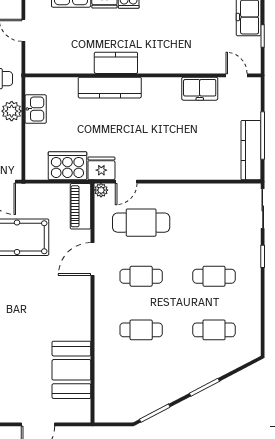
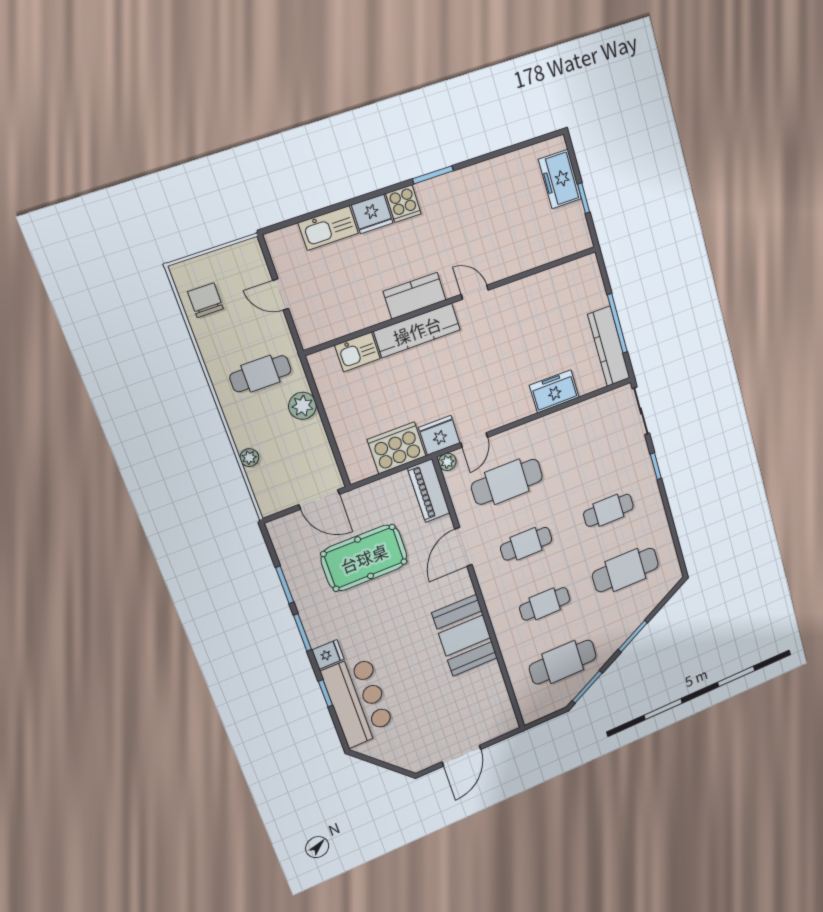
door: (237, 75) -> (475, 292), moved
freezer: (200, 89) -> (554, 391), moved, turned 180
kitchen sink: (36, 109) -> (357, 352), moved, turned 90
cafe table: (214, 330) -> (625, 570), width x1.37, depth x1.35
booth: (71, 370) -> (465, 635), moved
cafe table: (141, 384) -> (563, 662), added

